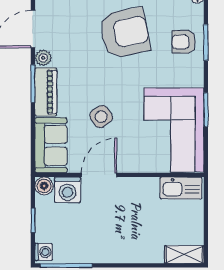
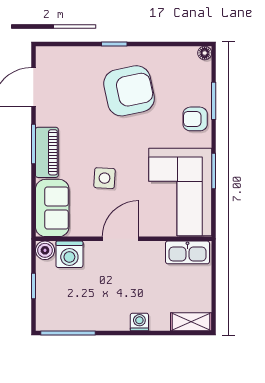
armchair: (184, 42) -> (195, 119), moved
plant: (43, 58) -> (44, 117), removed
side table: (101, 117) -> (104, 178), turned 37
door: (99, 175) -> (121, 239), moved
washing machine: (44, 252) -> (139, 322), moved, turned -90

